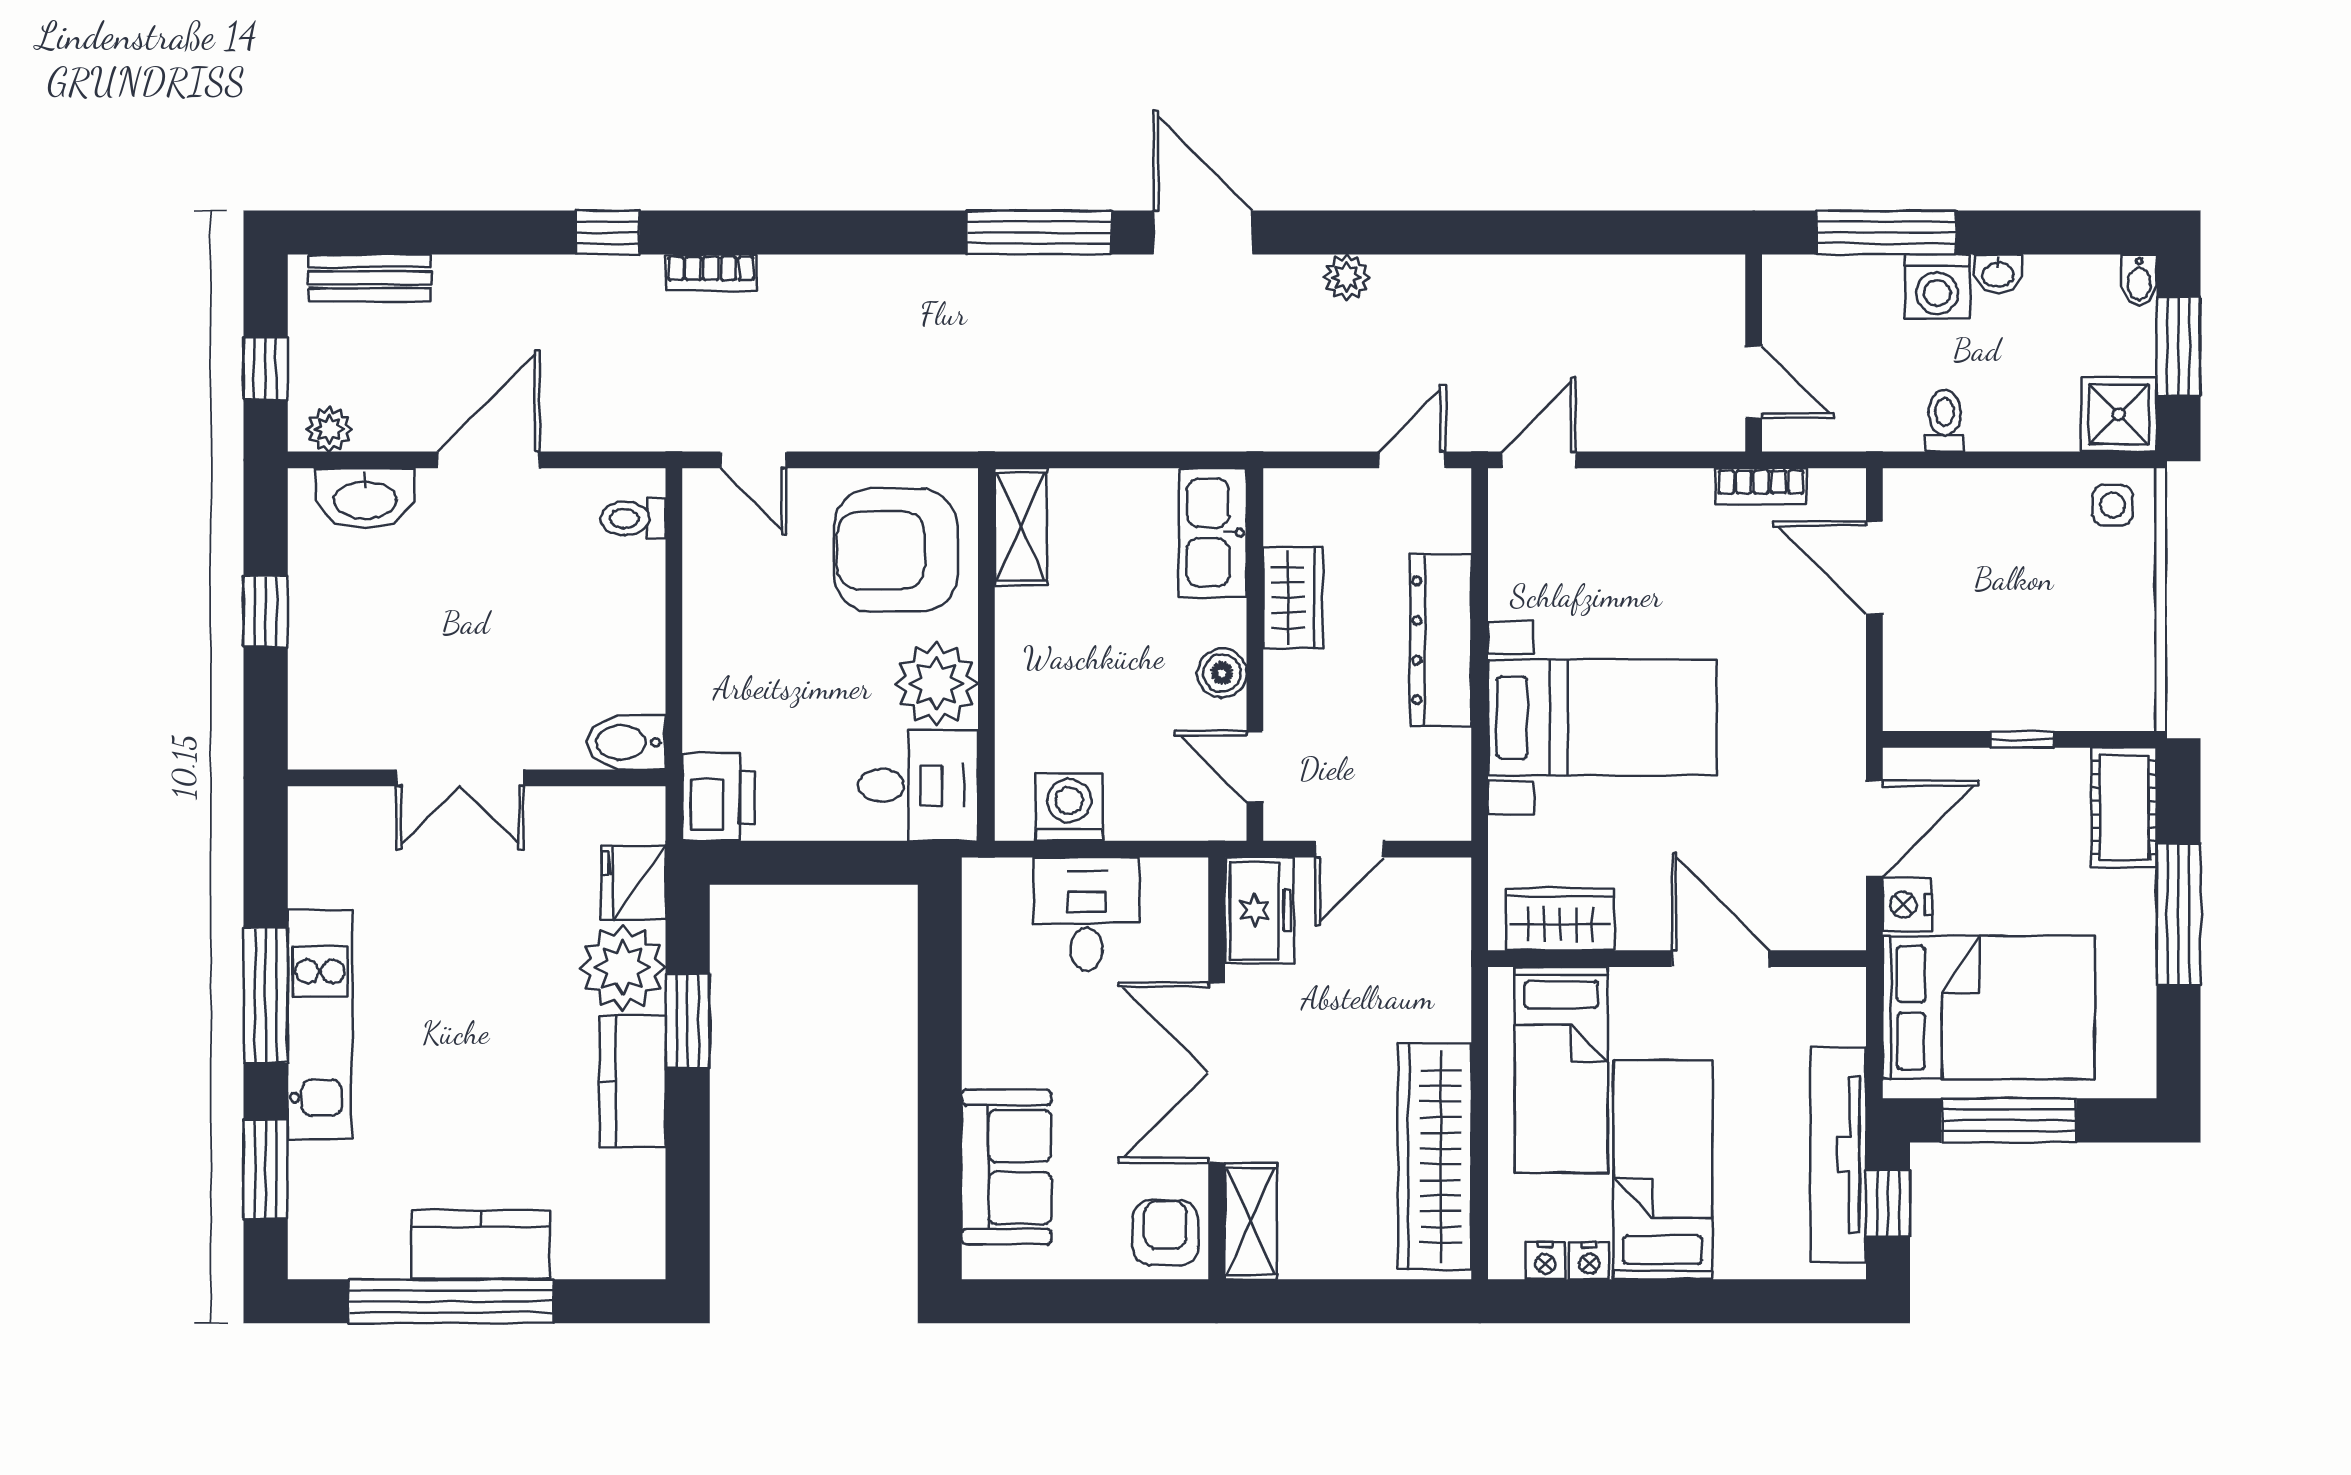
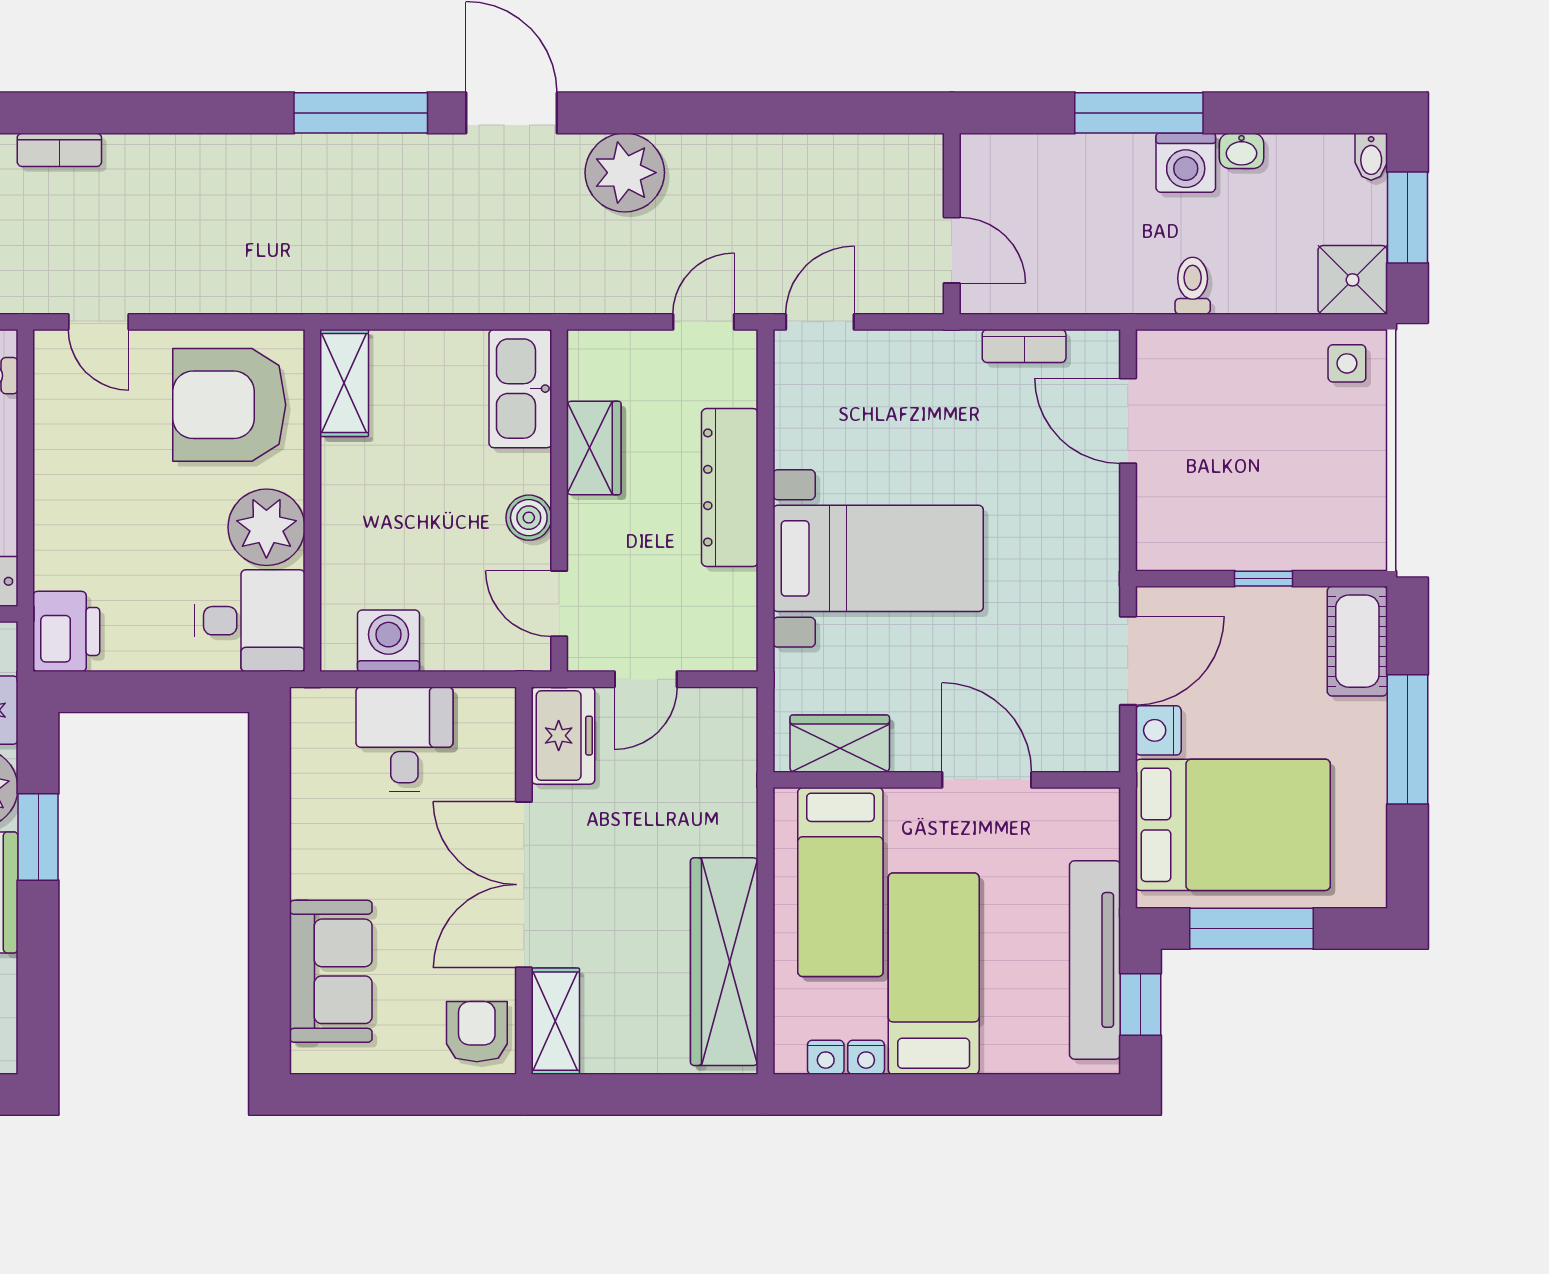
plant: (1347, 277) -> (625, 173), width x1.87, depth x1.87
wall: (1754, 353) -> (952, 224), moved
door: (1754, 382) -> (952, 250), moved

